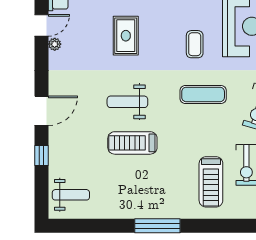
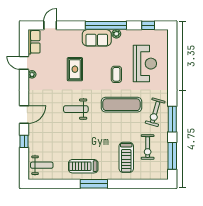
door: (41, 25) -> (24, 63), swing flipped
exercise mat: (203, 94) -> (121, 105), width x1.36, depth x1.45
treadmill: (132, 143) -> (83, 166), moved

